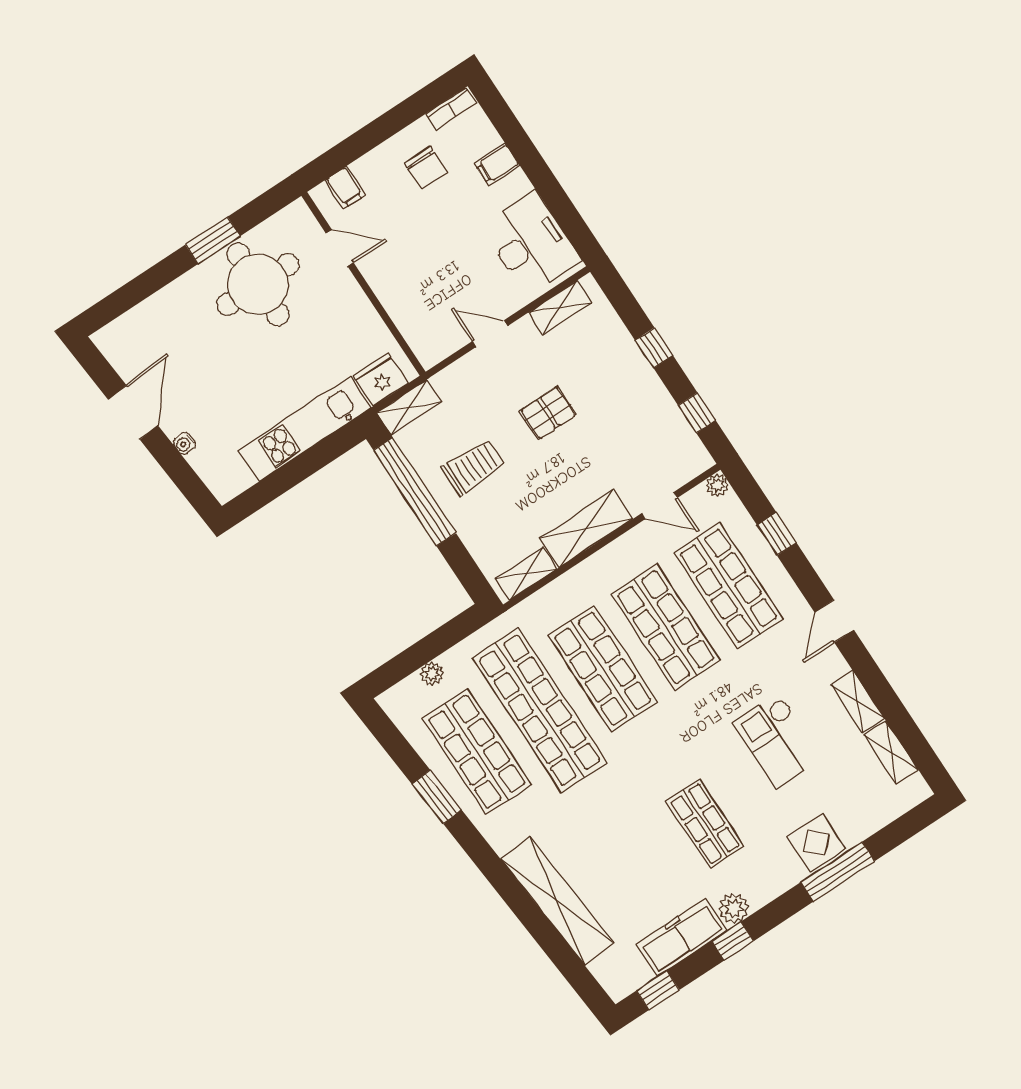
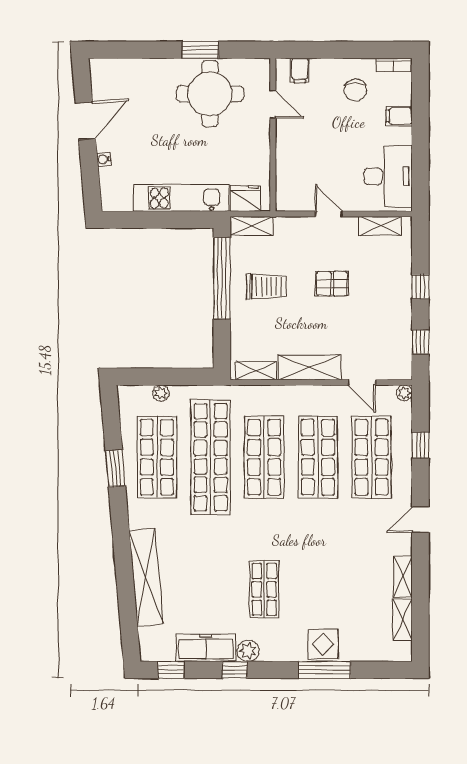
checkout: (778, 740) -> (340, 568), removed

